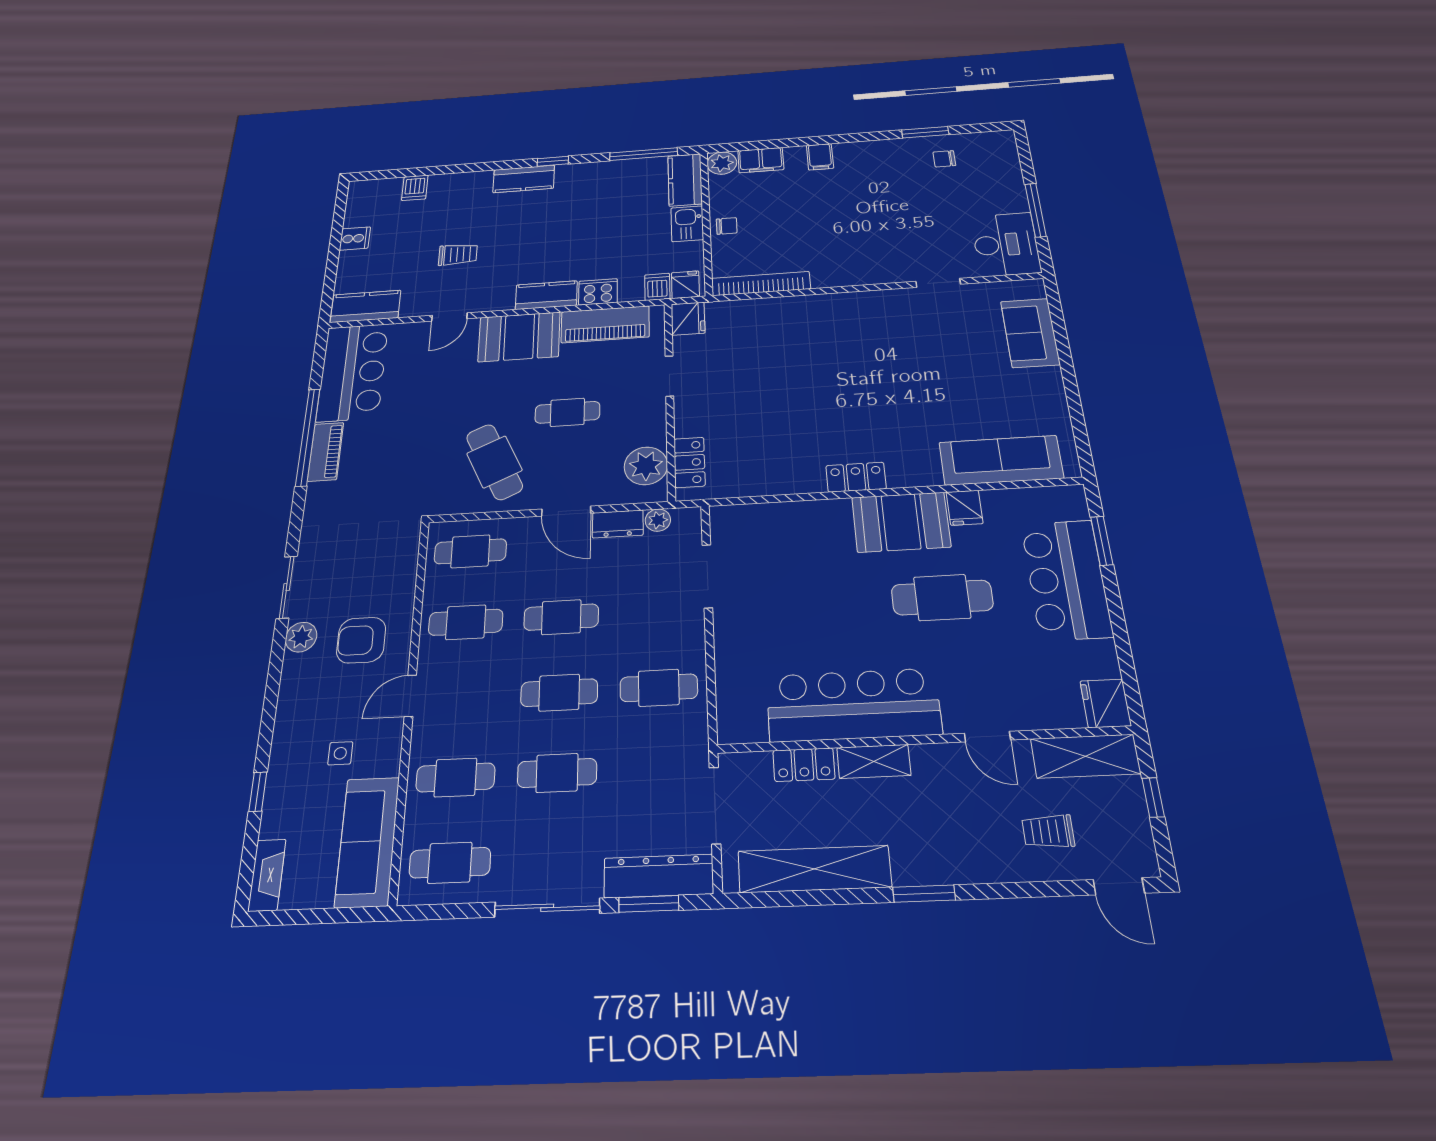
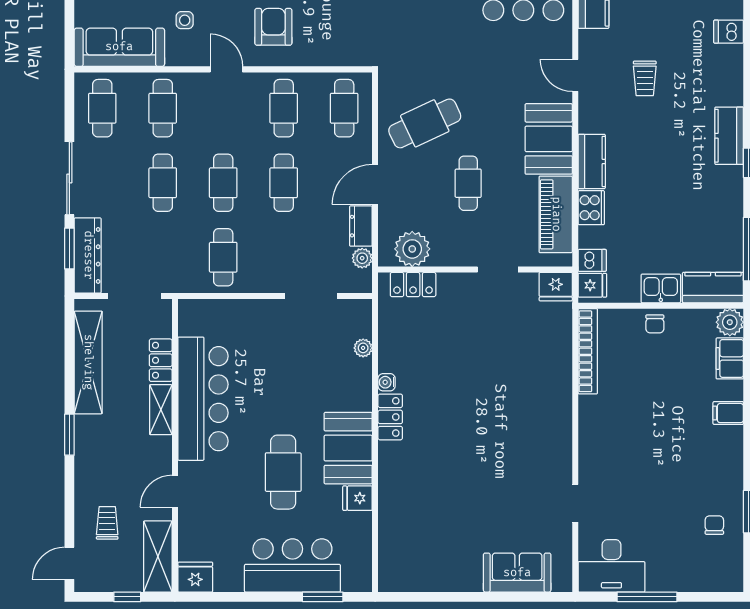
sofa: (1001, 460) -> (398, 532), removed
water cooler: (813, 484) -> (387, 382), added
plant: (771, 513) -> (363, 348), added

